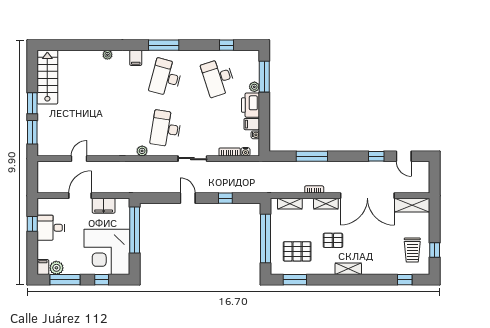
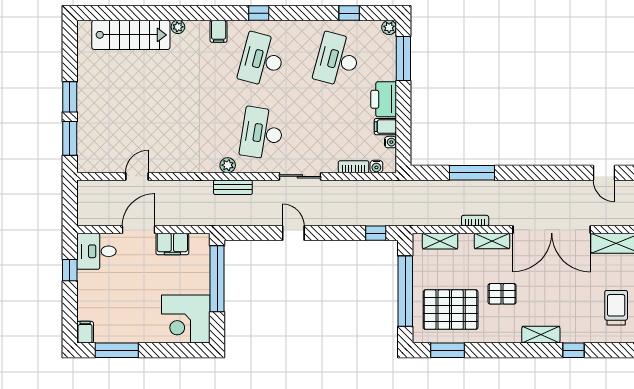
window: (164, 45) -> (259, 13), width x0.46
stairs: (47, 77) -> (131, 35), moved, turned 90
desk: (218, 78) -> (337, 60), turned 33
plant: (254, 87) -> (389, 27), moved
window: (376, 156) -> (564, 173), removed
bench: (146, 166) -> (233, 187), added
window: (225, 198) -> (376, 233), moved
desk: (51, 228) -> (96, 251), moved
trolley: (412, 250) -> (616, 308), turned 180
pallet: (297, 251) -> (451, 310), width x1.37, depth x1.41
corner desk: (107, 252) -> (186, 319), width x0.74, depth x0.74
plant: (56, 268) -> (105, 333), removed
shelving: (348, 269) -> (541, 335), moved
window: (102, 280) -> (170, 350), removed
window: (405, 280) -> (573, 350), moved

